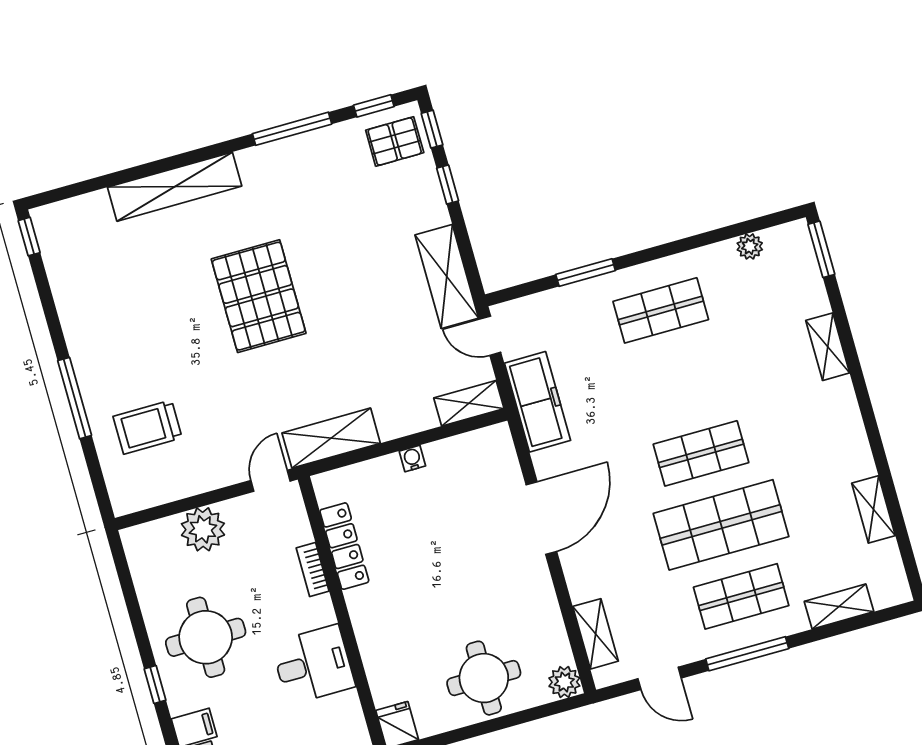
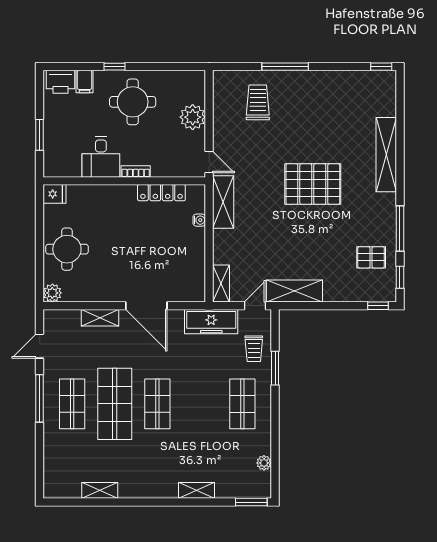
pallet: (395, 141) -> (371, 257), moved, turned 90
window: (448, 185) -> (345, 306), removed
trolley: (563, 317) -> (254, 349), added
water cooler: (412, 459) -> (199, 220), moved
bookcase: (313, 570) -> (136, 171), moved
shelving: (839, 606) -> (51, 456), removed
shelving: (596, 634) -> (100, 318), moved

